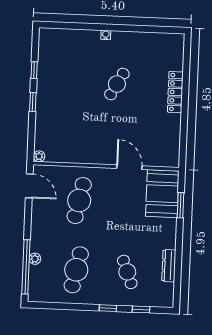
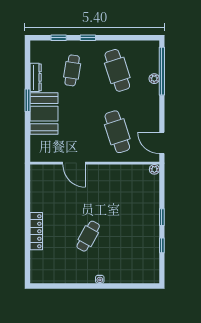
booth: (162, 194) -> (44, 114), moved
cafe table: (79, 201) -> (117, 132), turned -30
window: (181, 205) -> (27, 100), moved
cafe table: (76, 270) -> (117, 70), turned -30
cafe table: (127, 272) -> (72, 70), turned 30

